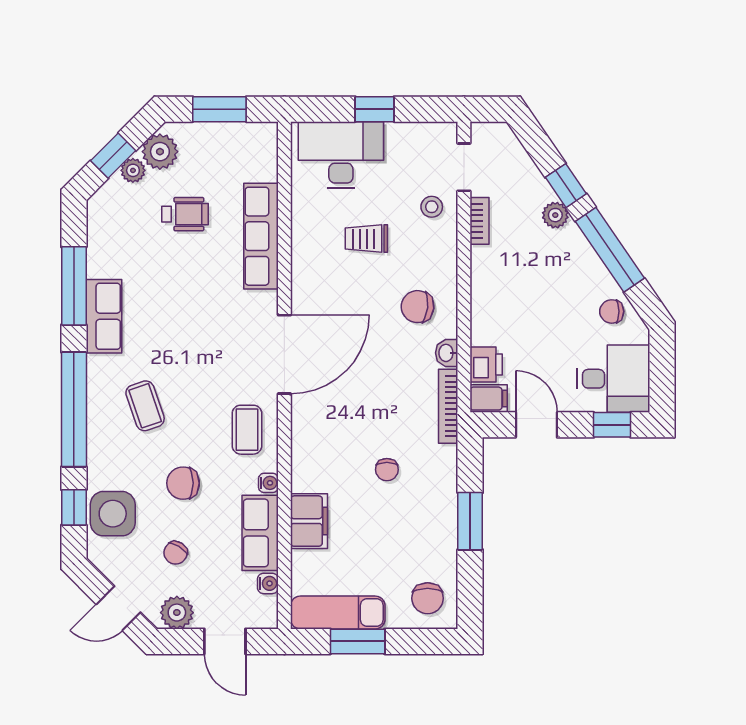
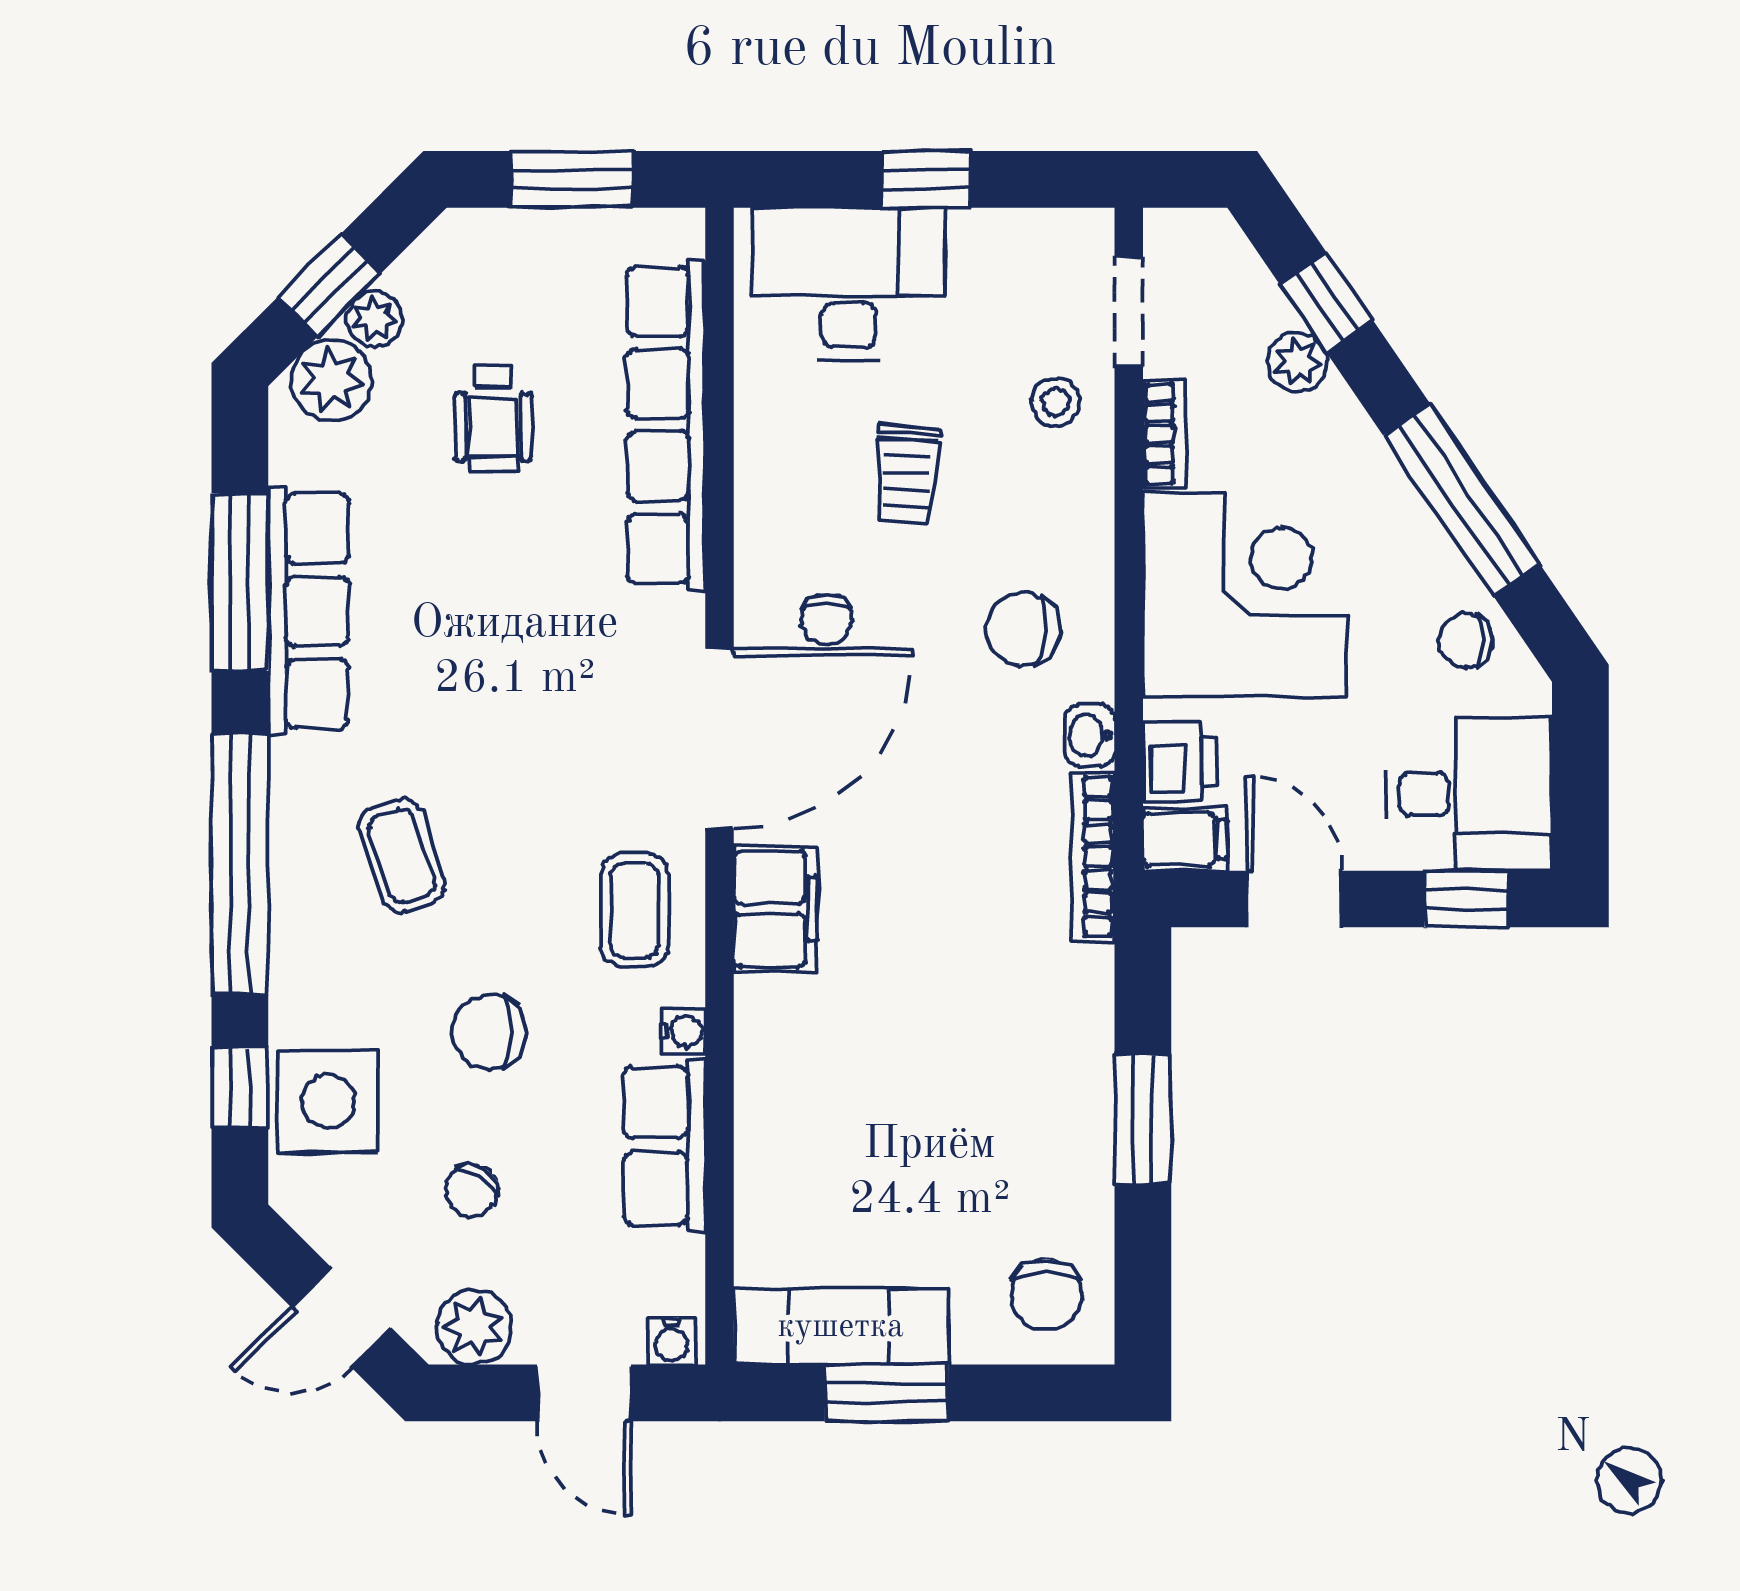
plant: (160, 152) -> (331, 380), moved
window: (566, 186) -> (1326, 302), moved
wheelchair: (185, 214) -> (493, 419), turned 90
plant: (555, 215) -> (1297, 362), moved
row of seats: (261, 236) -> (666, 425), width x1.36
trolley: (366, 239) -> (907, 474), turned -87
corner desk: (515, 291) -> (1245, 595), added
row of seats: (104, 316) -> (308, 611), width x1.48
chair: (387, 470) -> (827, 619), moved
filing cabinet: (309, 521) -> (776, 909), moved
water cooler: (268, 583) -> (671, 1341), moved, turned 90

